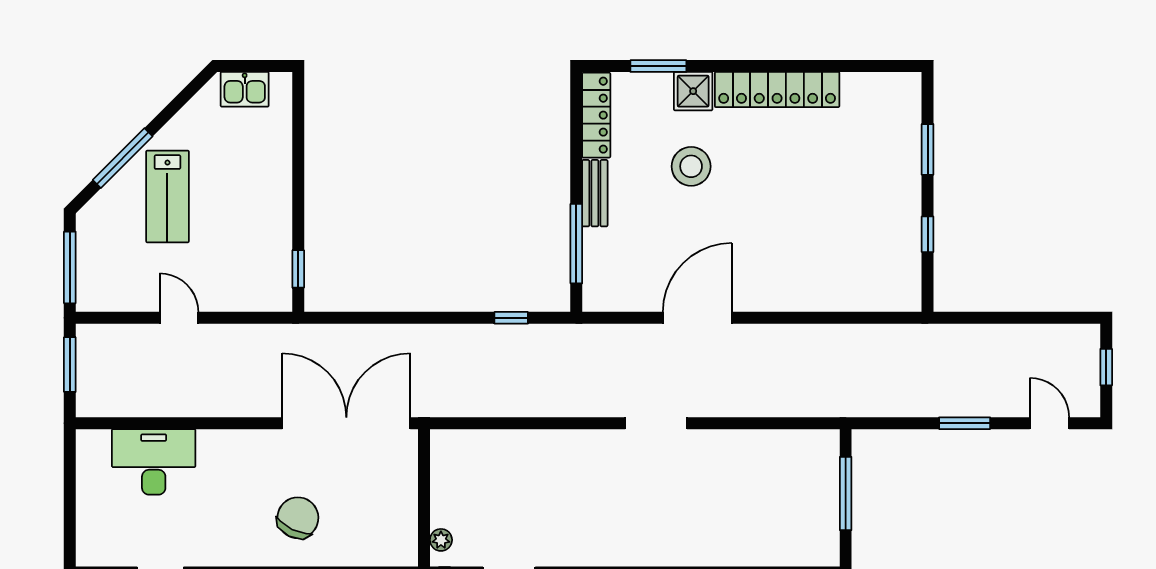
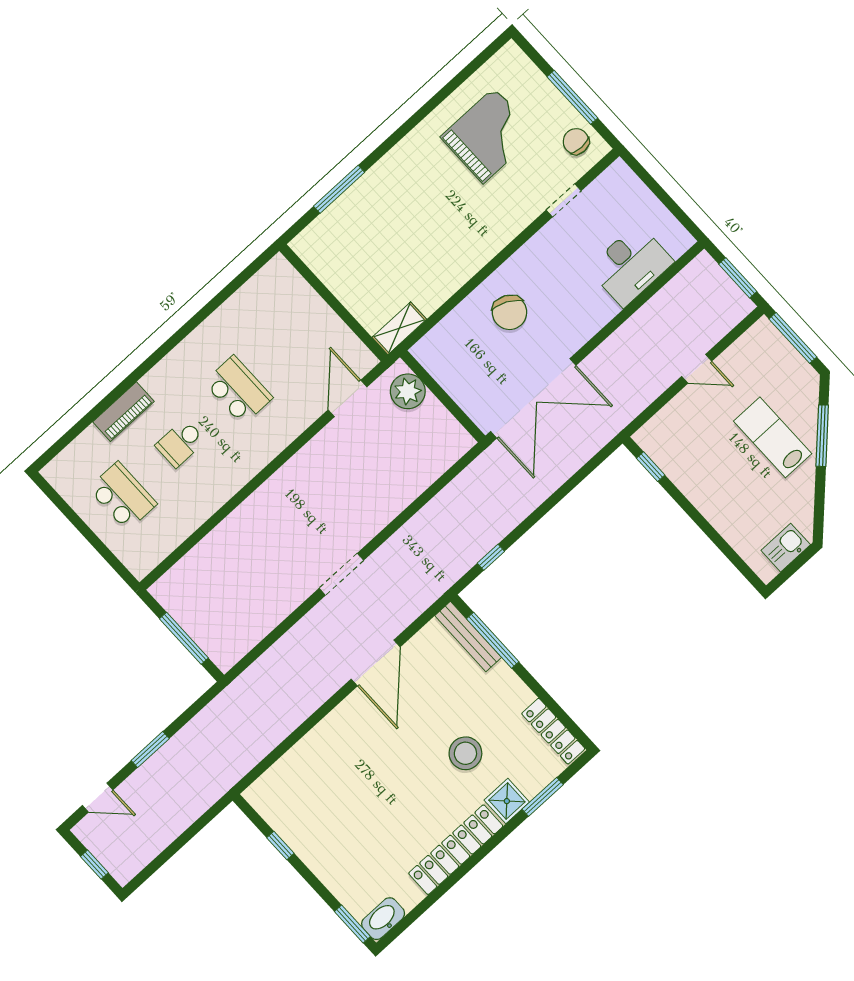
washbasin: (896, 87) -> (383, 919), added
window: (928, 149) -> (352, 924), moved
bench: (595, 193) -> (468, 637), moved, width x1.36
plant: (441, 540) -> (408, 391), width x1.87, depth x1.87

